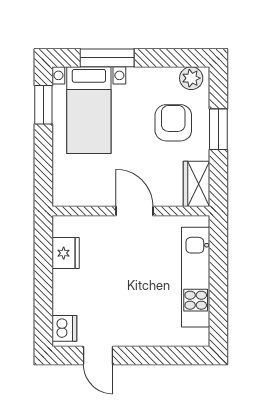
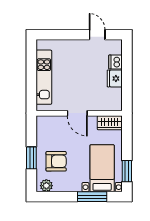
armchair: (173, 123) -> (56, 161), turned -90
wardrobe: (197, 184) -> (110, 123), moved, turned 90
fridge: (66, 253) -> (115, 78), moved
dishwasher: (64, 328) -> (115, 62), moved

